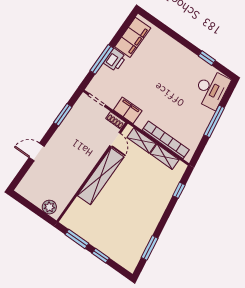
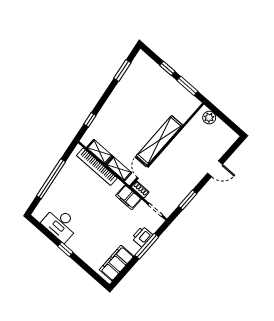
window: (207, 58) -> (65, 249), moved
printer: (115, 60) -> (142, 236), moved
desk: (211, 89) -> (60, 224), moved, turned -82
window: (214, 121) -> (51, 179), width x1.46

